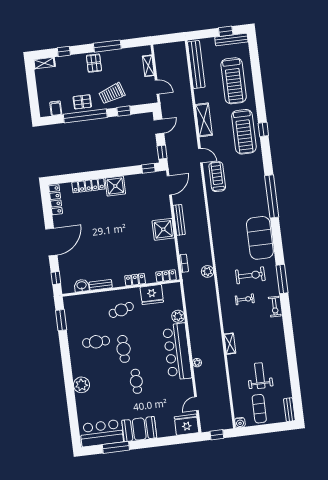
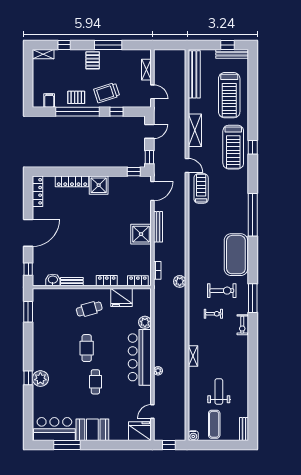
cafe table: (96, 342) -> (60, 338), removed
window: (69, 386) -> (28, 378), added

